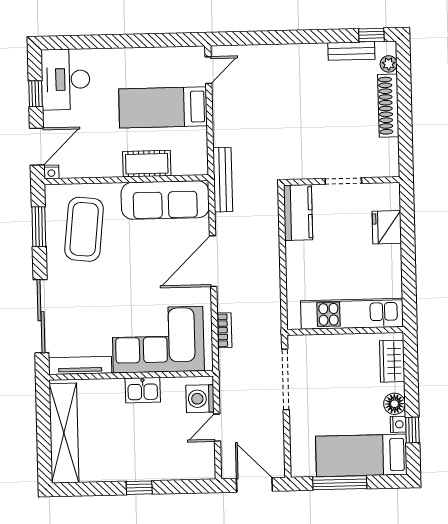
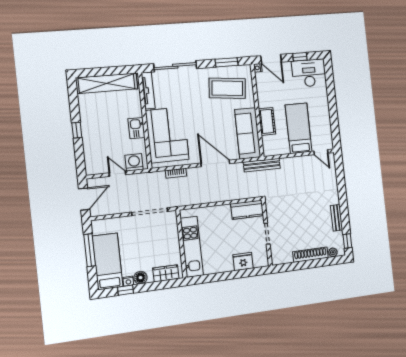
bench: (351, 51) -> (337, 218), moved

